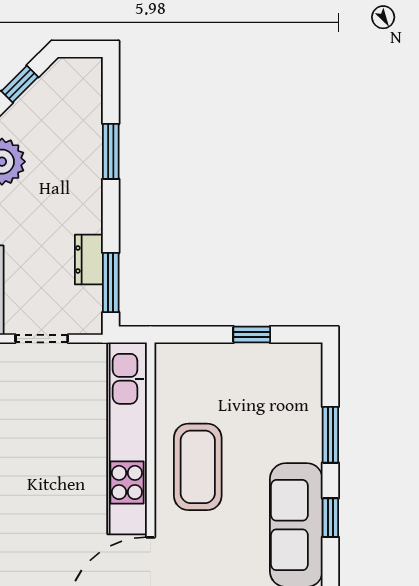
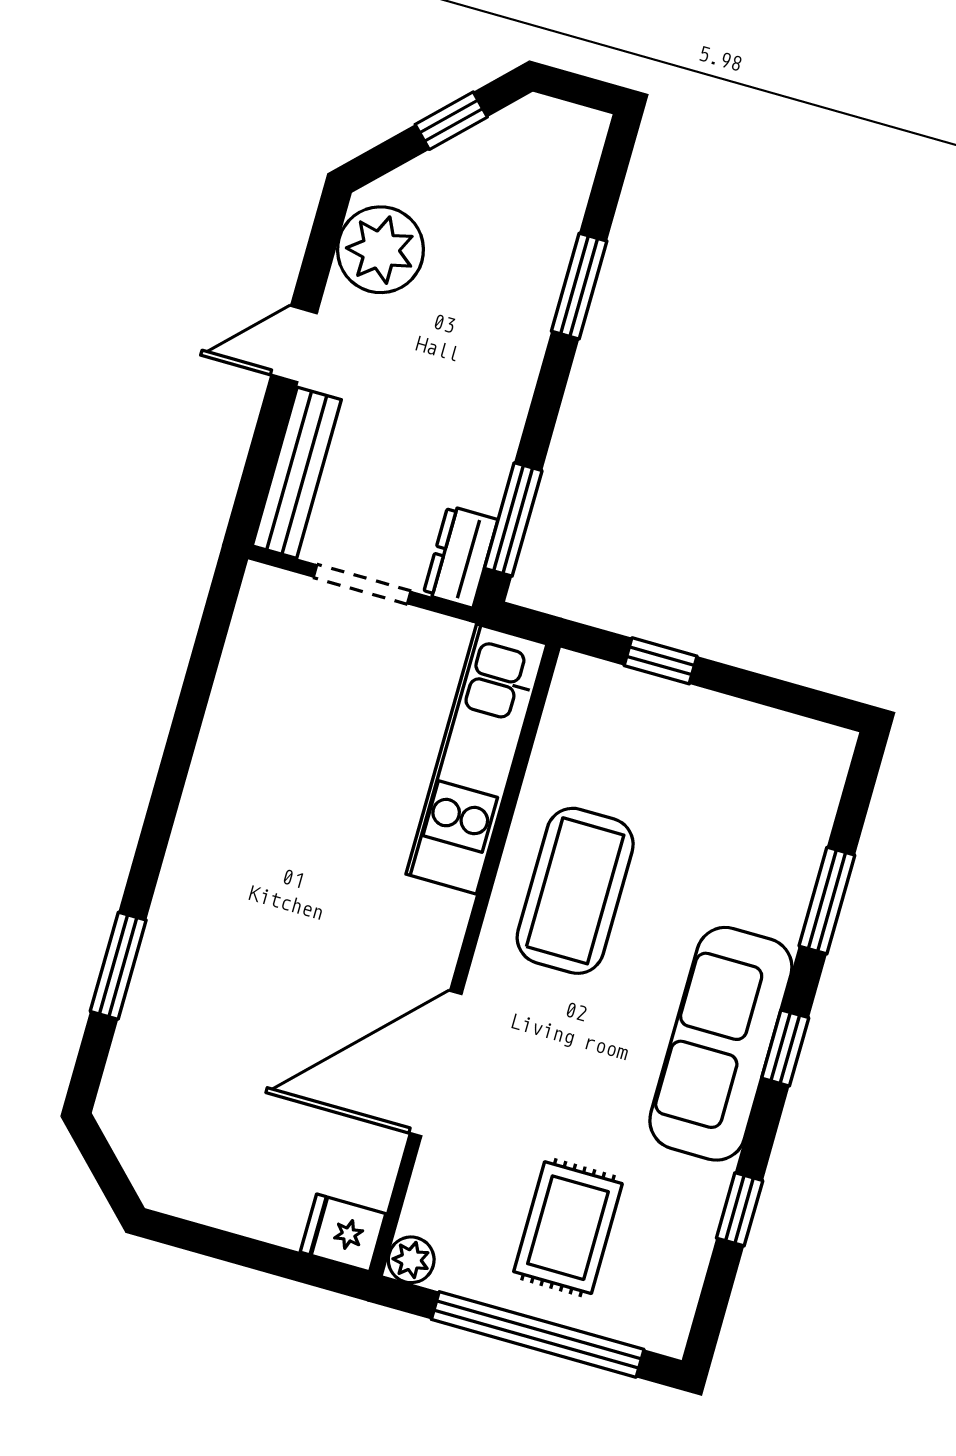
dresser: (89, 259) -> (461, 557), moved
window: (252, 334) -> (661, 661), moved
kitchen unit: (127, 438) -> (477, 759), width x0.73

